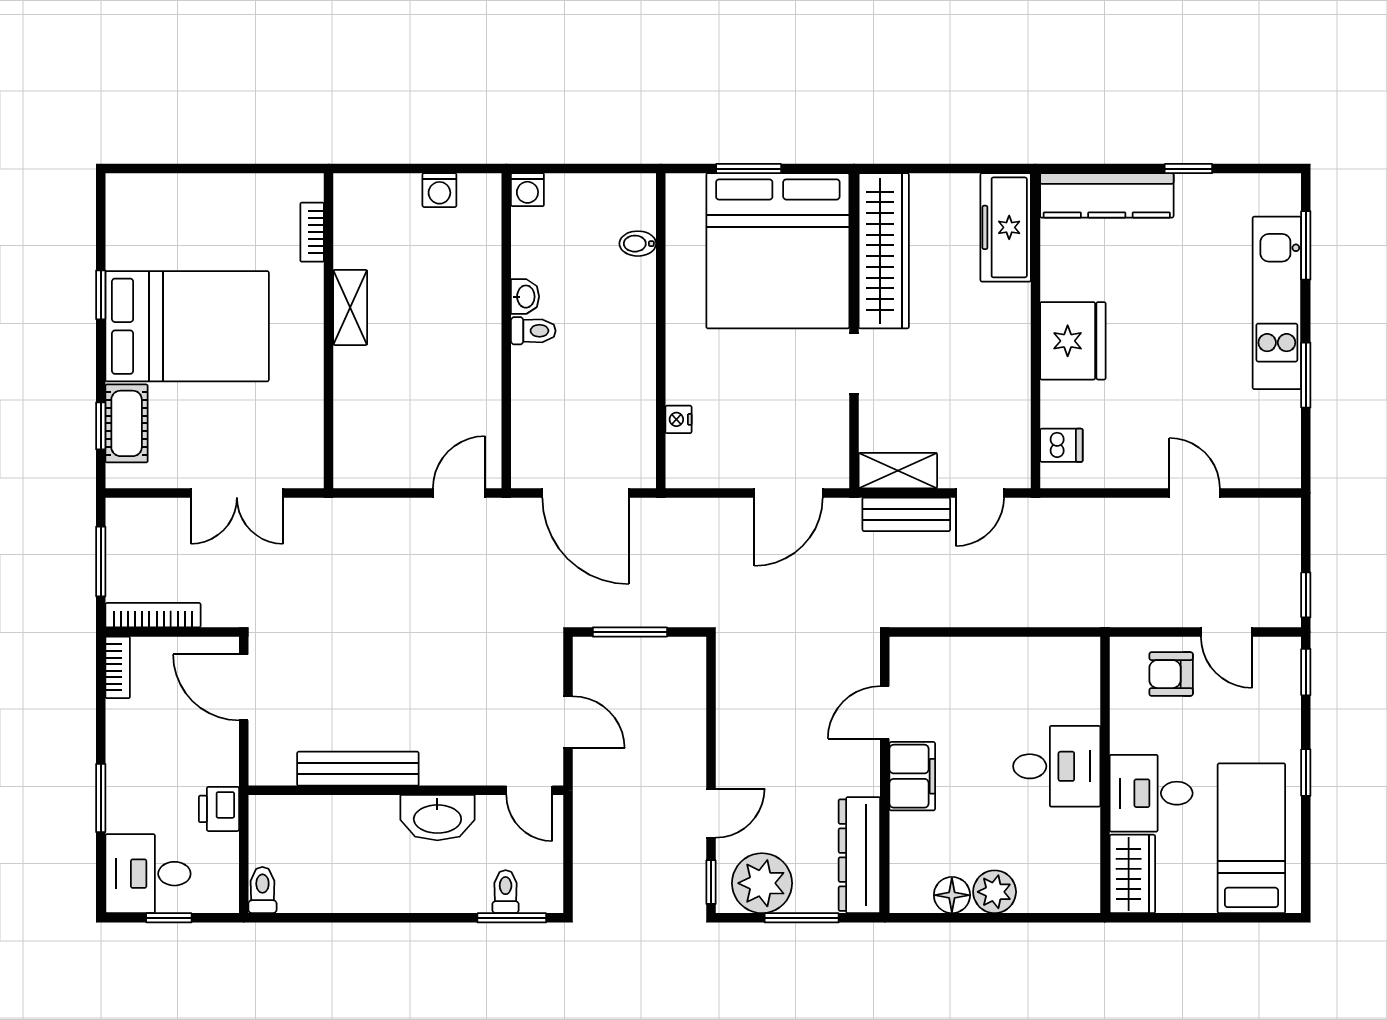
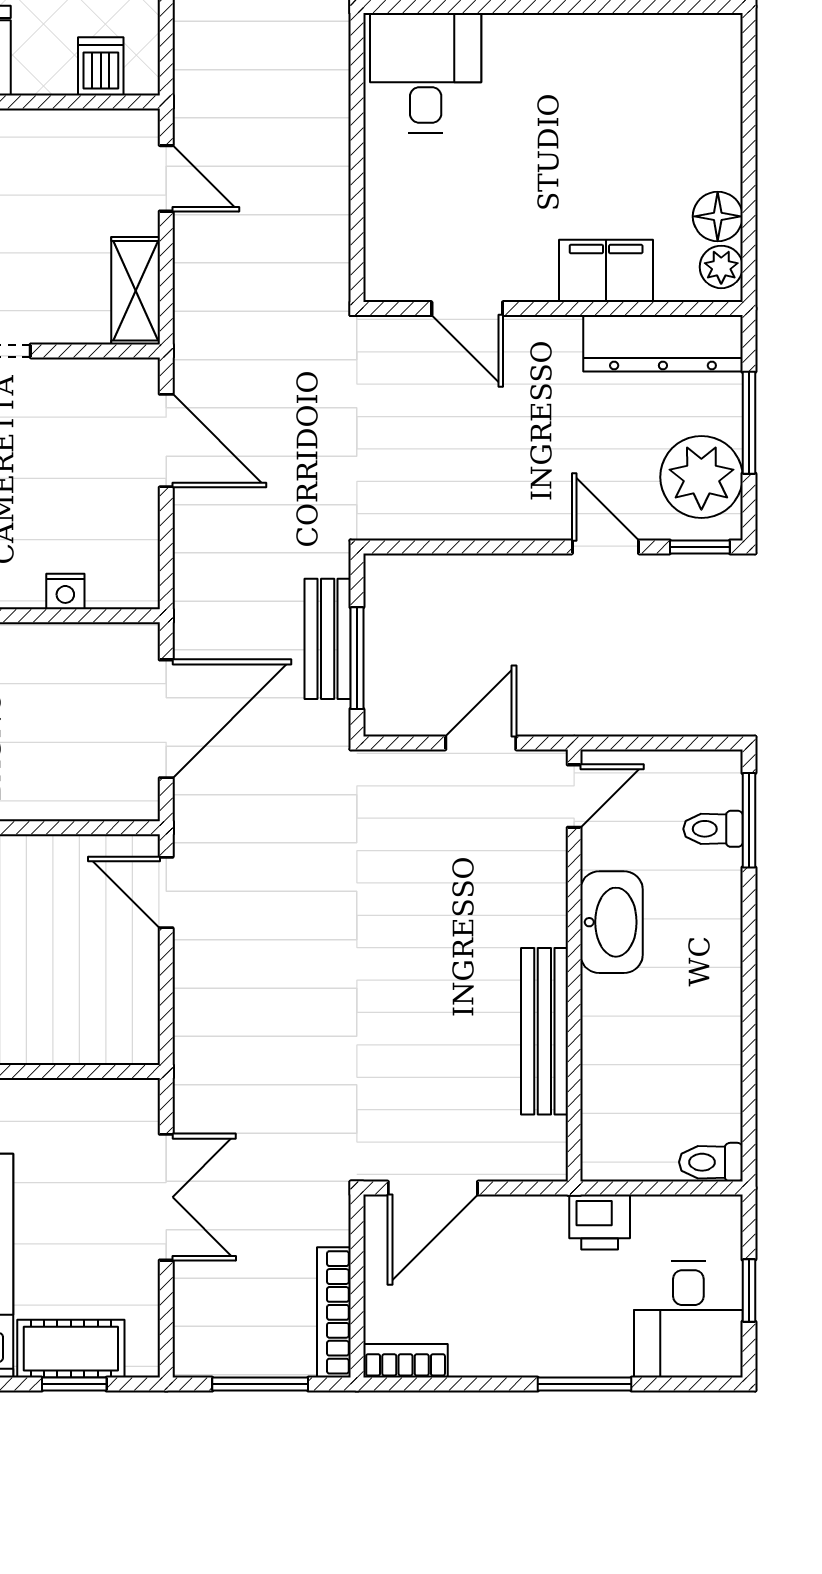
bench: (906, 514) -> (328, 639), moved
desk: (1057, 766) -> (426, 73), moved
filing cabinet: (912, 776) -> (606, 271), moved
plant: (995, 892) -> (721, 267), moved, width x0.73, depth x0.73

